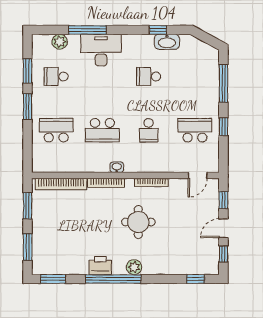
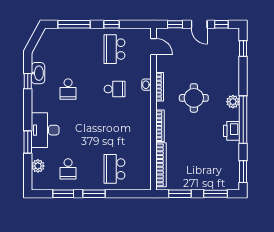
window: (87, 30) -> (28, 142), width x0.69
school desk: (102, 130) -> (115, 129), removed
washbasin: (117, 167) -> (146, 85), moved

